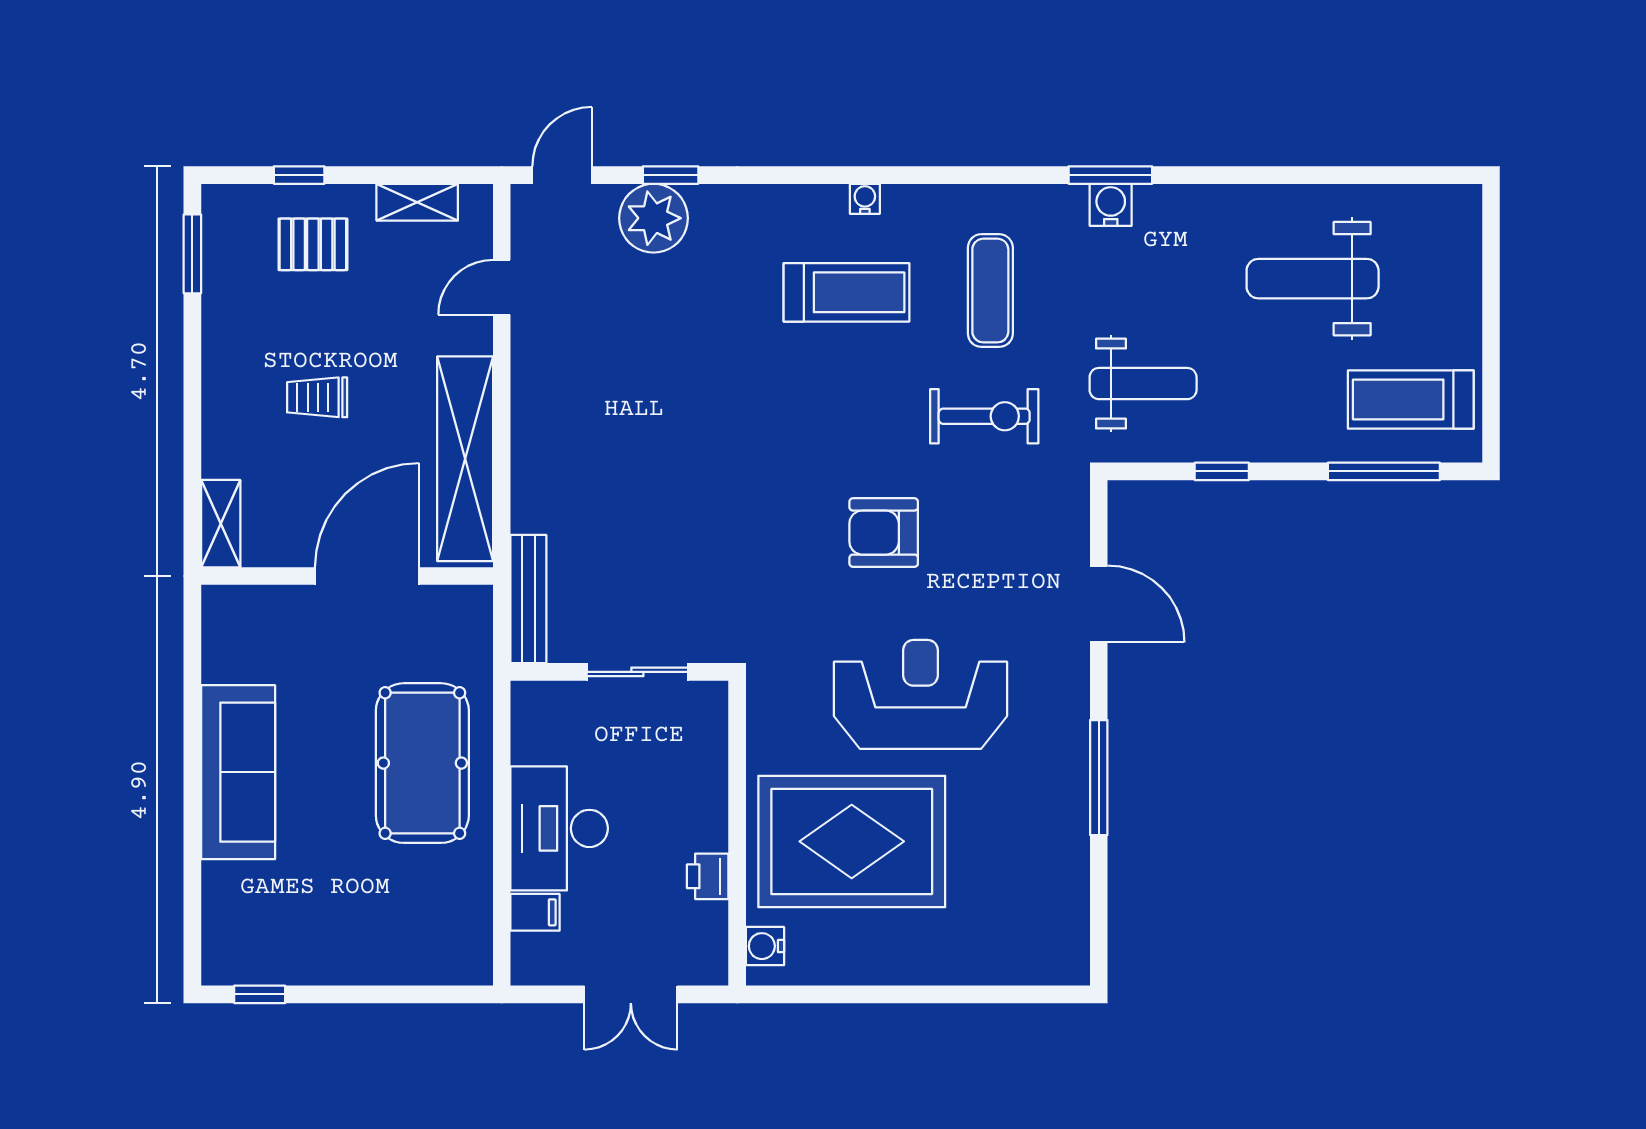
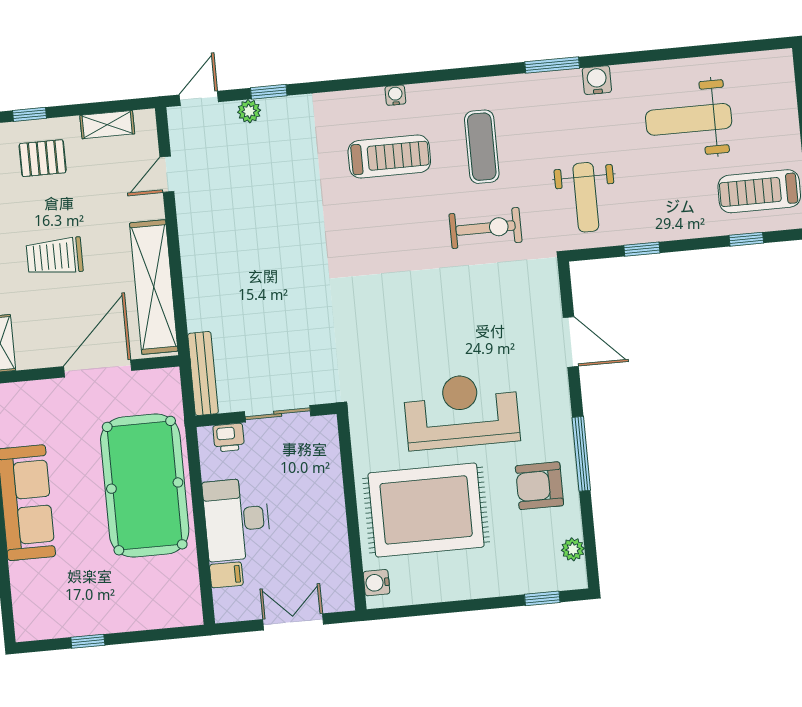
water cooler: (1111, 205) -> (597, 80), moved
plant: (653, 218) -> (249, 111), width x0.53, depth x0.53
weight bench: (1143, 384) -> (586, 197), turned 90
trolley: (317, 397) -> (55, 256), width x1.36, depth x1.39
window: (1384, 471) -> (746, 239), width x0.46
armchair: (884, 533) -> (539, 486), moved
pool table: (422, 763) -> (145, 486), width x1.36, depth x1.32
printer: (708, 876) -> (229, 438), moved, turned -90
plant: (1072, 923) -> (573, 549), added
window: (260, 994) -> (88, 641), moved
double door: (631, 994) -> (293, 622), swing flipped
window: (1018, 994) -> (542, 598), added

